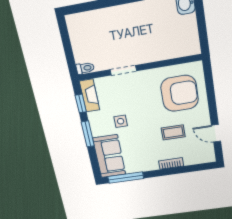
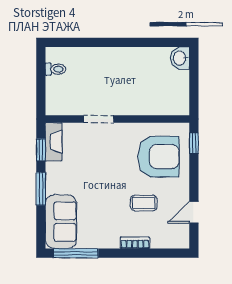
toilet: (85, 68) -> (55, 69), moved
window: (209, 77) -> (194, 143), added
side table: (121, 121) -> (84, 179), removed
door: (216, 133) -> (194, 212), hinge flipped

